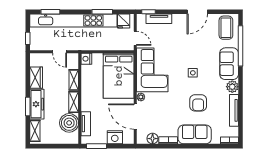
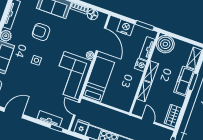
nightstand: (86, 59) -> (141, 65), moved
bed: (119, 76) -> (98, 79), width x0.67
wardrobe: (36, 78) -> (173, 116), moved
armchair: (198, 103) -> (41, 32), turned -90
boiler: (69, 123) -> (165, 44), moved

